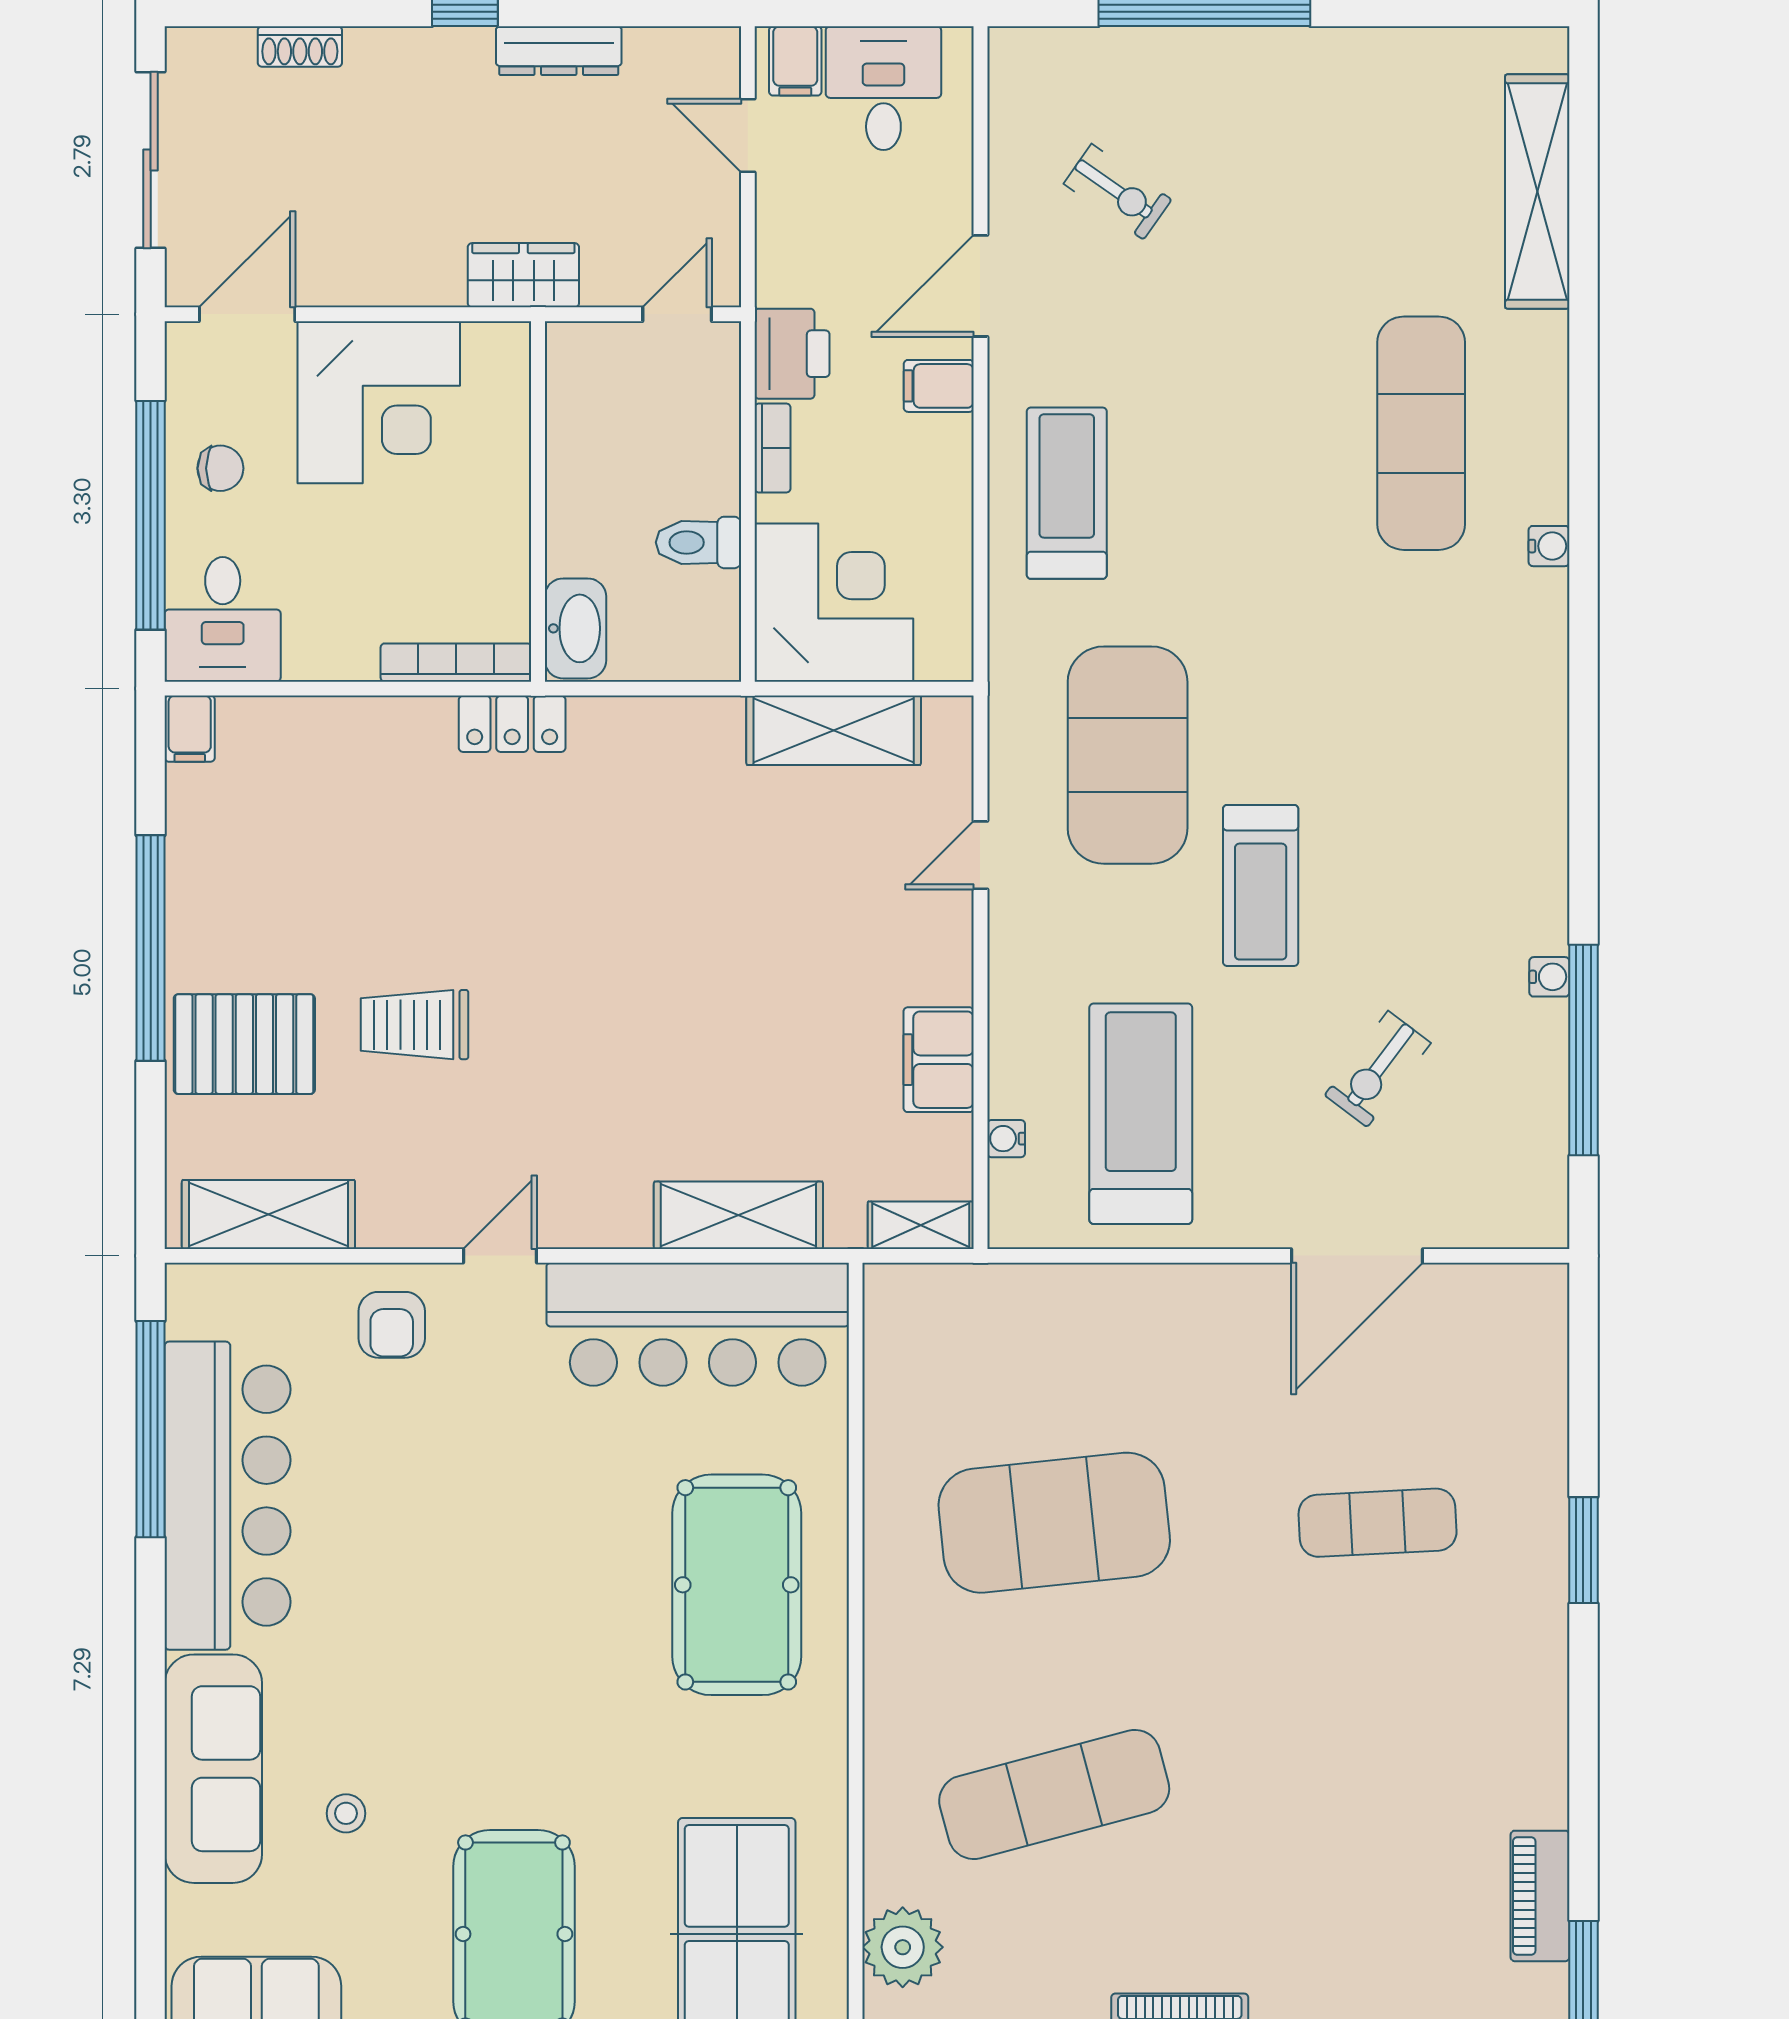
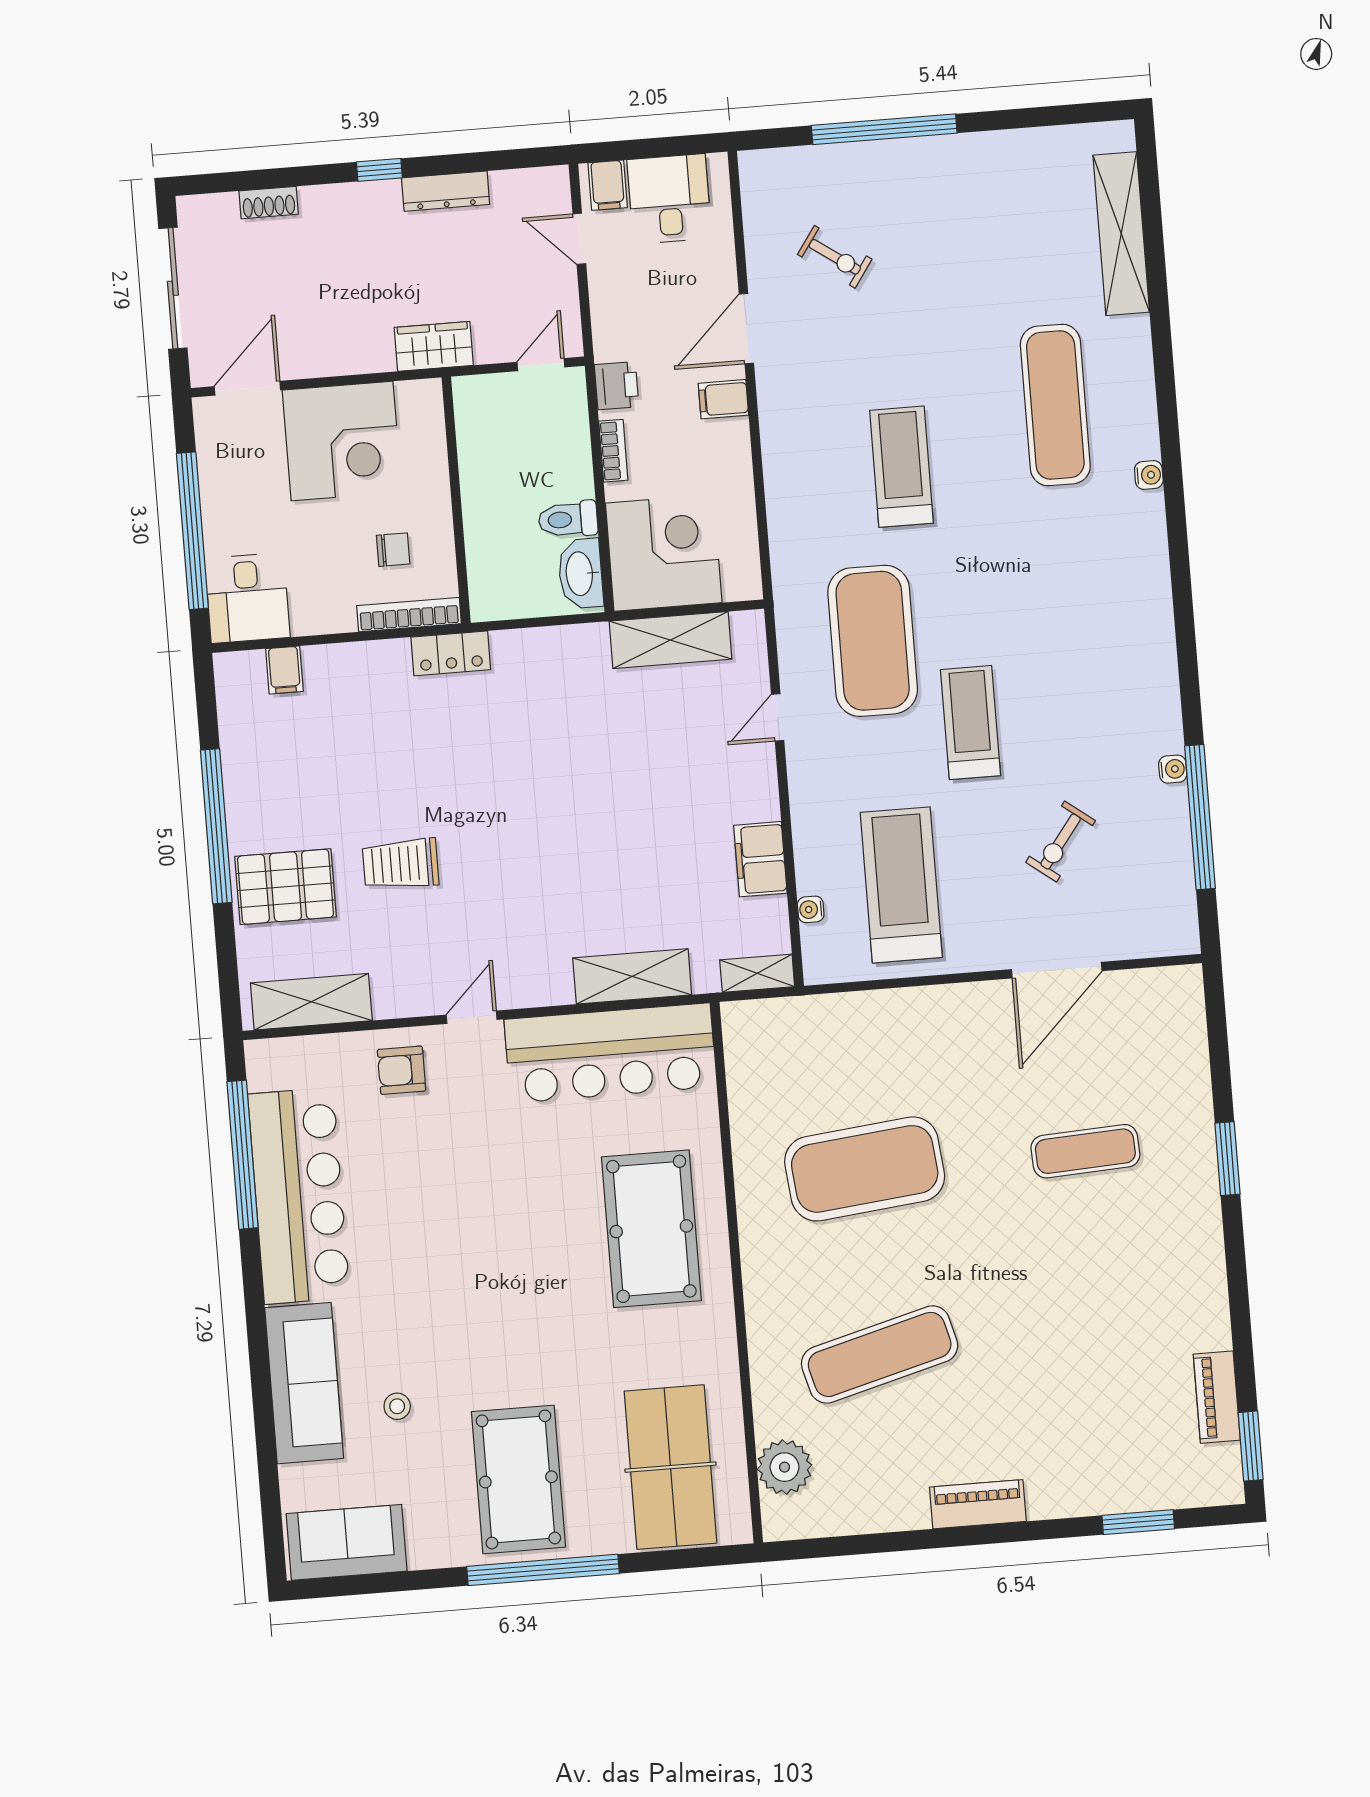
printer: (792, 354) -> (617, 386), width x0.73, depth x0.81
chair: (220, 468) -> (393, 550), moved
treadmill: (1067, 493) -> (901, 467), moved
washbasin: (575, 628) -> (581, 574), moved, turned 180
filing cabinet: (190, 729) -> (284, 670), moved
treadmill: (1261, 885) -> (971, 723), turned 180
armchair: (392, 1325) -> (401, 1070), turned 90

